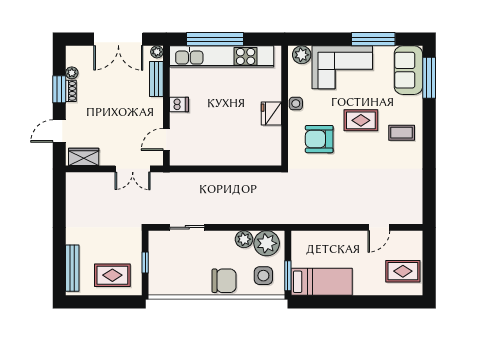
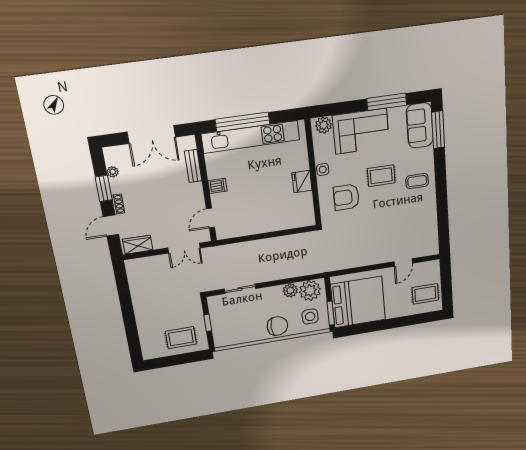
plant: (157, 52) -> (190, 141), removed
shoe rack: (71, 91) -> (118, 204), moved
bench: (72, 268) -> (145, 338), removed
bed: (322, 282) -> (358, 302), width x2.04

